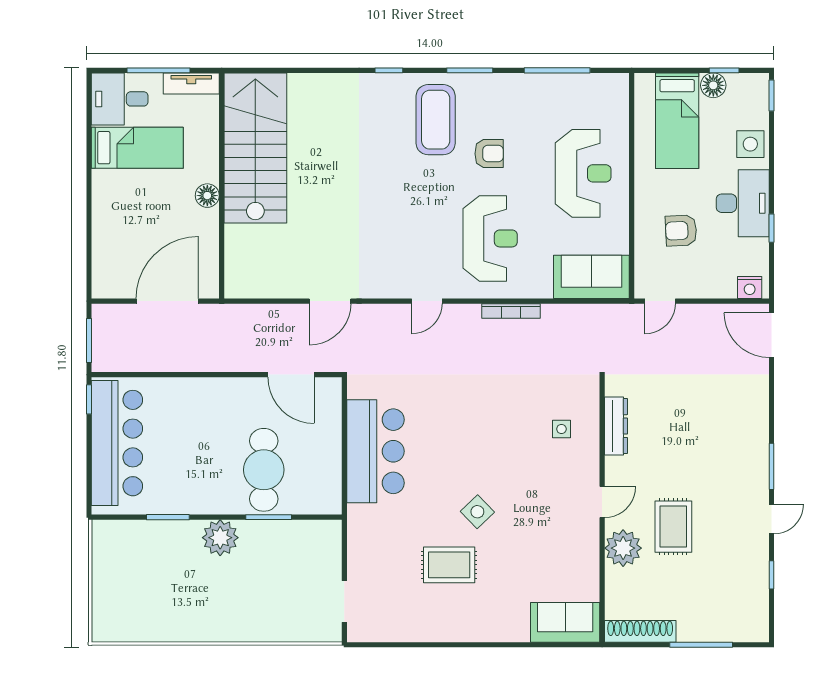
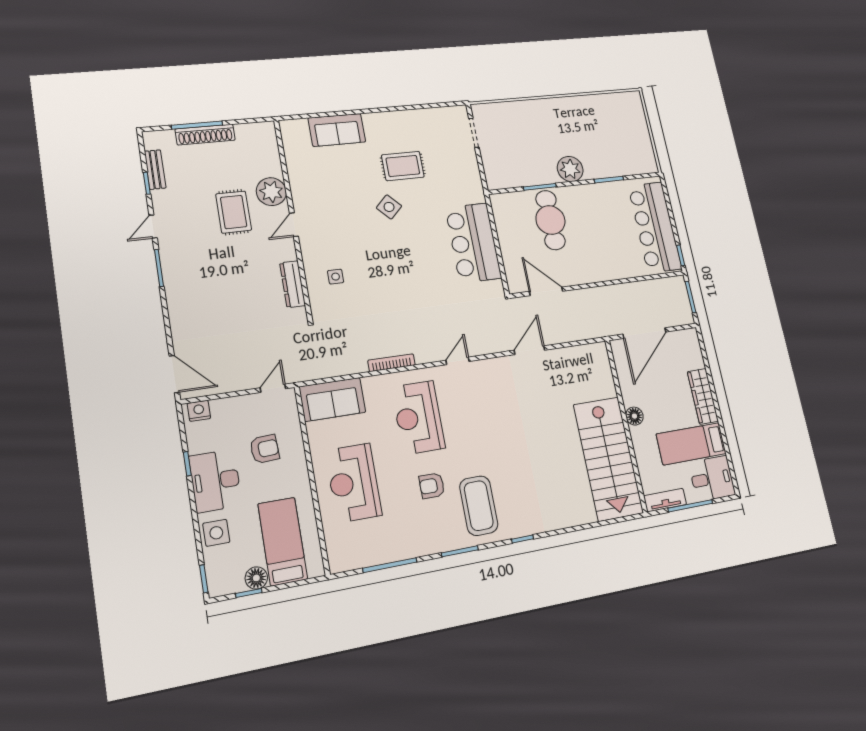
wardrobe: (105, 206) -> (703, 396), added
bench: (759, 591) -> (155, 170), added
sofa: (565, 622) -> (337, 130), moved
shoe rack: (640, 631) -> (205, 135), moved

